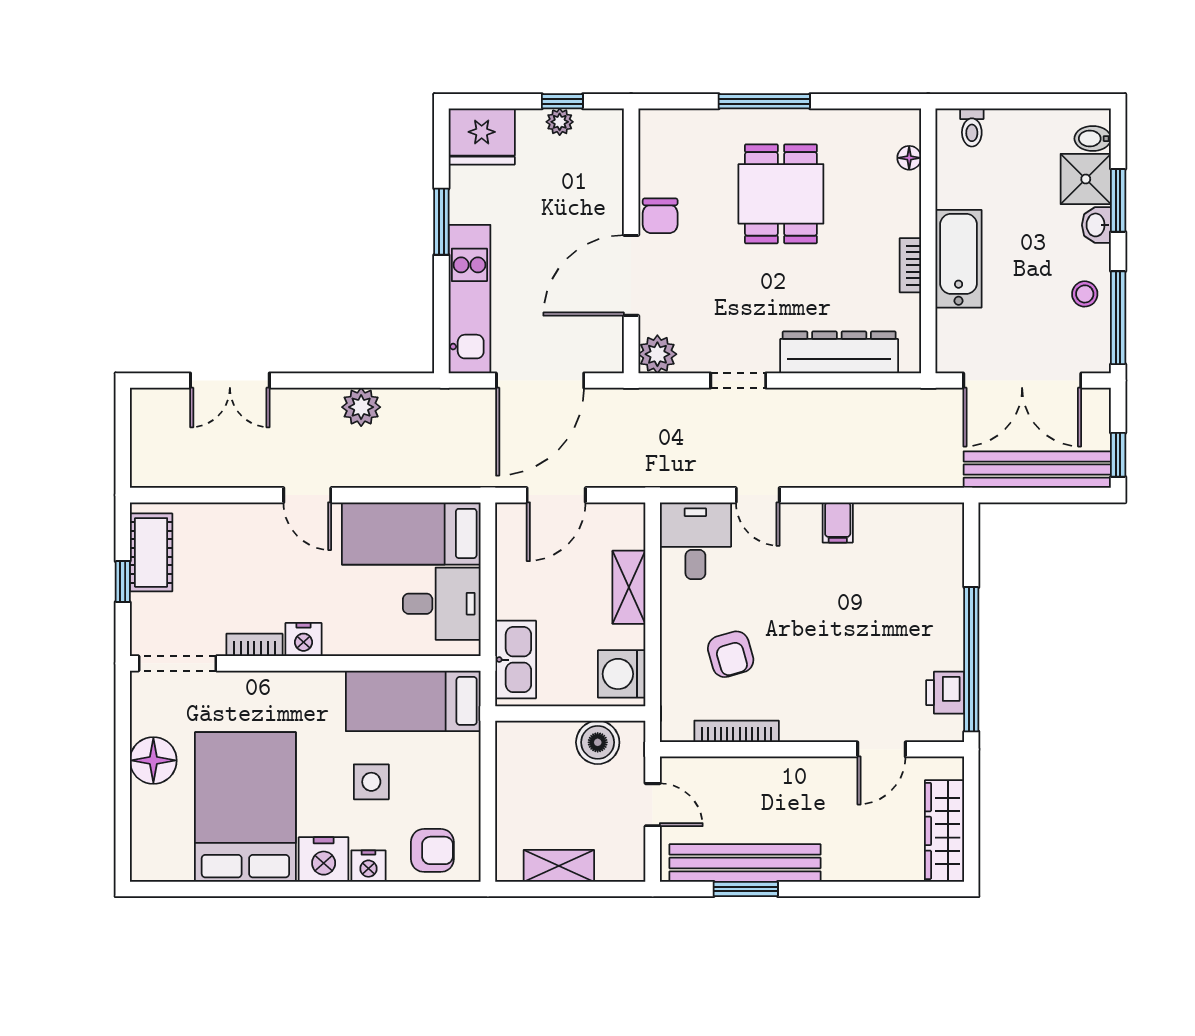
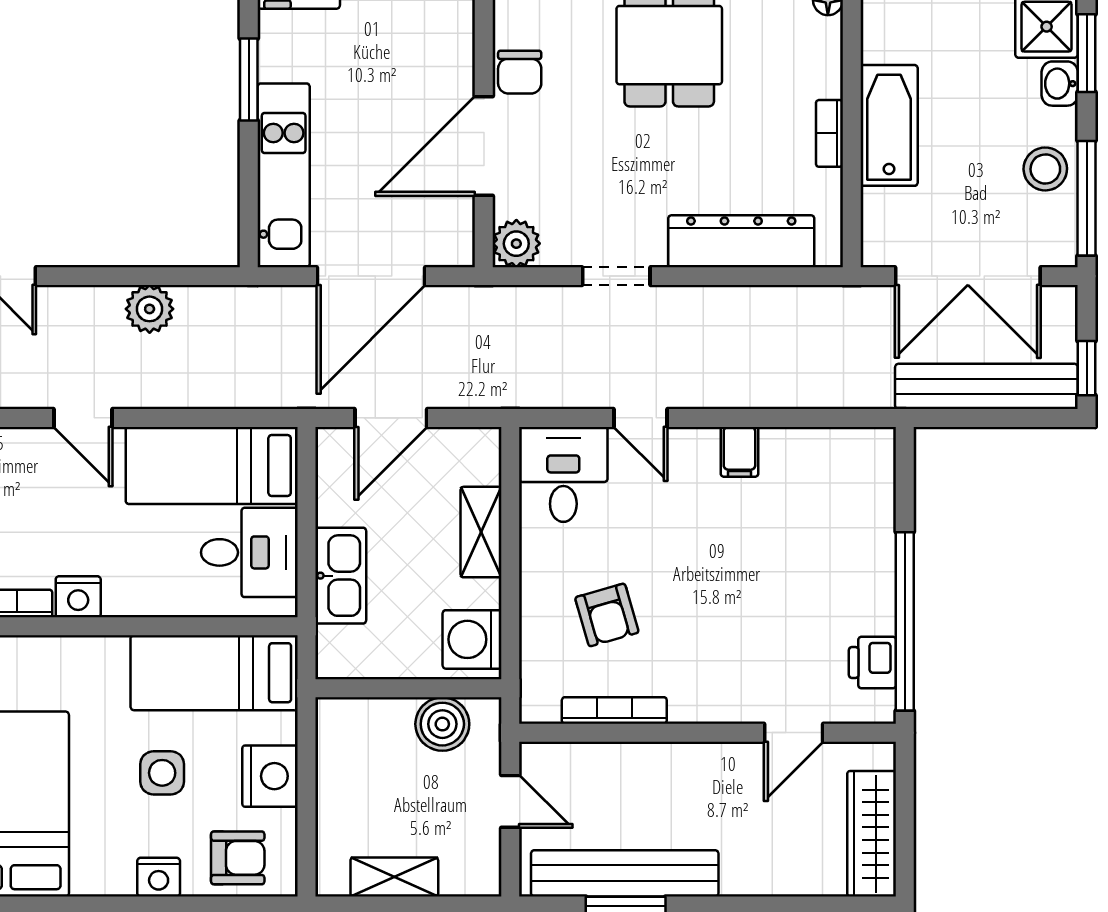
stool: (1085, 294) -> (1045, 169), width x1.37, depth x1.37
kitchen sink: (516, 660) -> (341, 576), moved
nightstand: (324, 859) -> (270, 776), moved, turned -90

